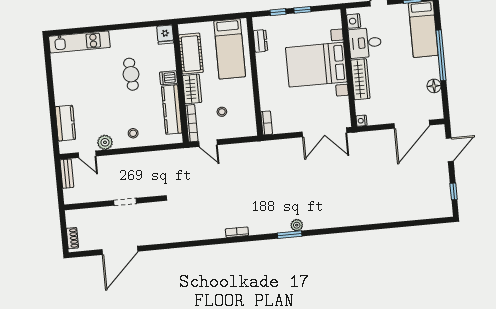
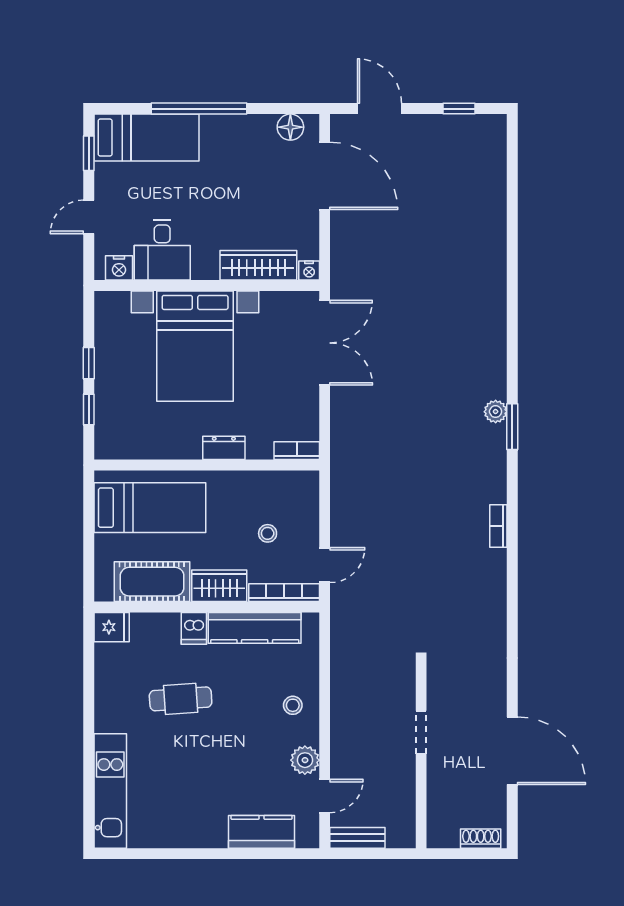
dresser: (260, 41) -> (224, 448), moved
wardrobe: (360, 79) -> (258, 265), moved
floor lamp: (434, 86) -> (290, 127), moved

